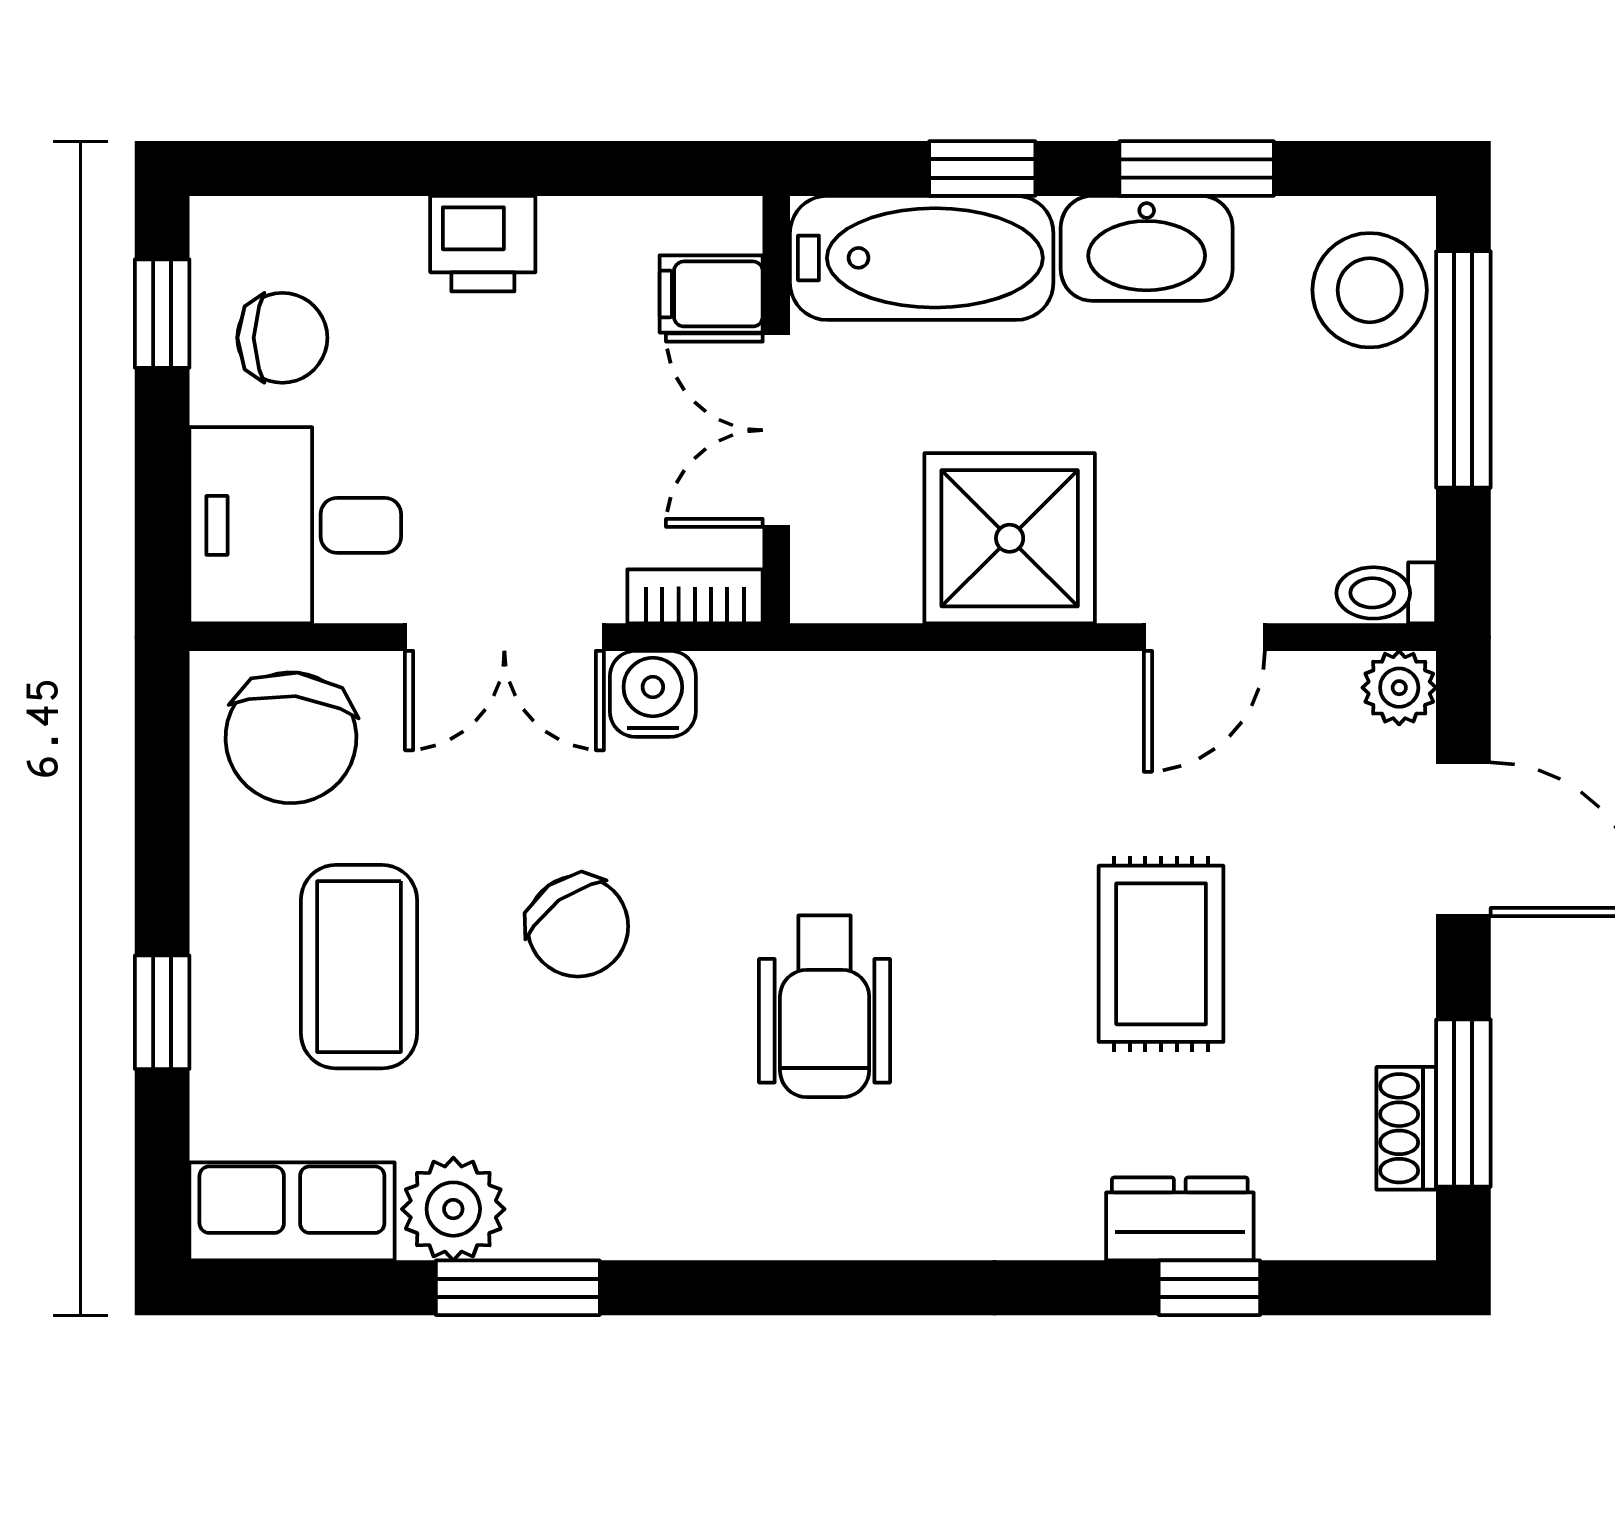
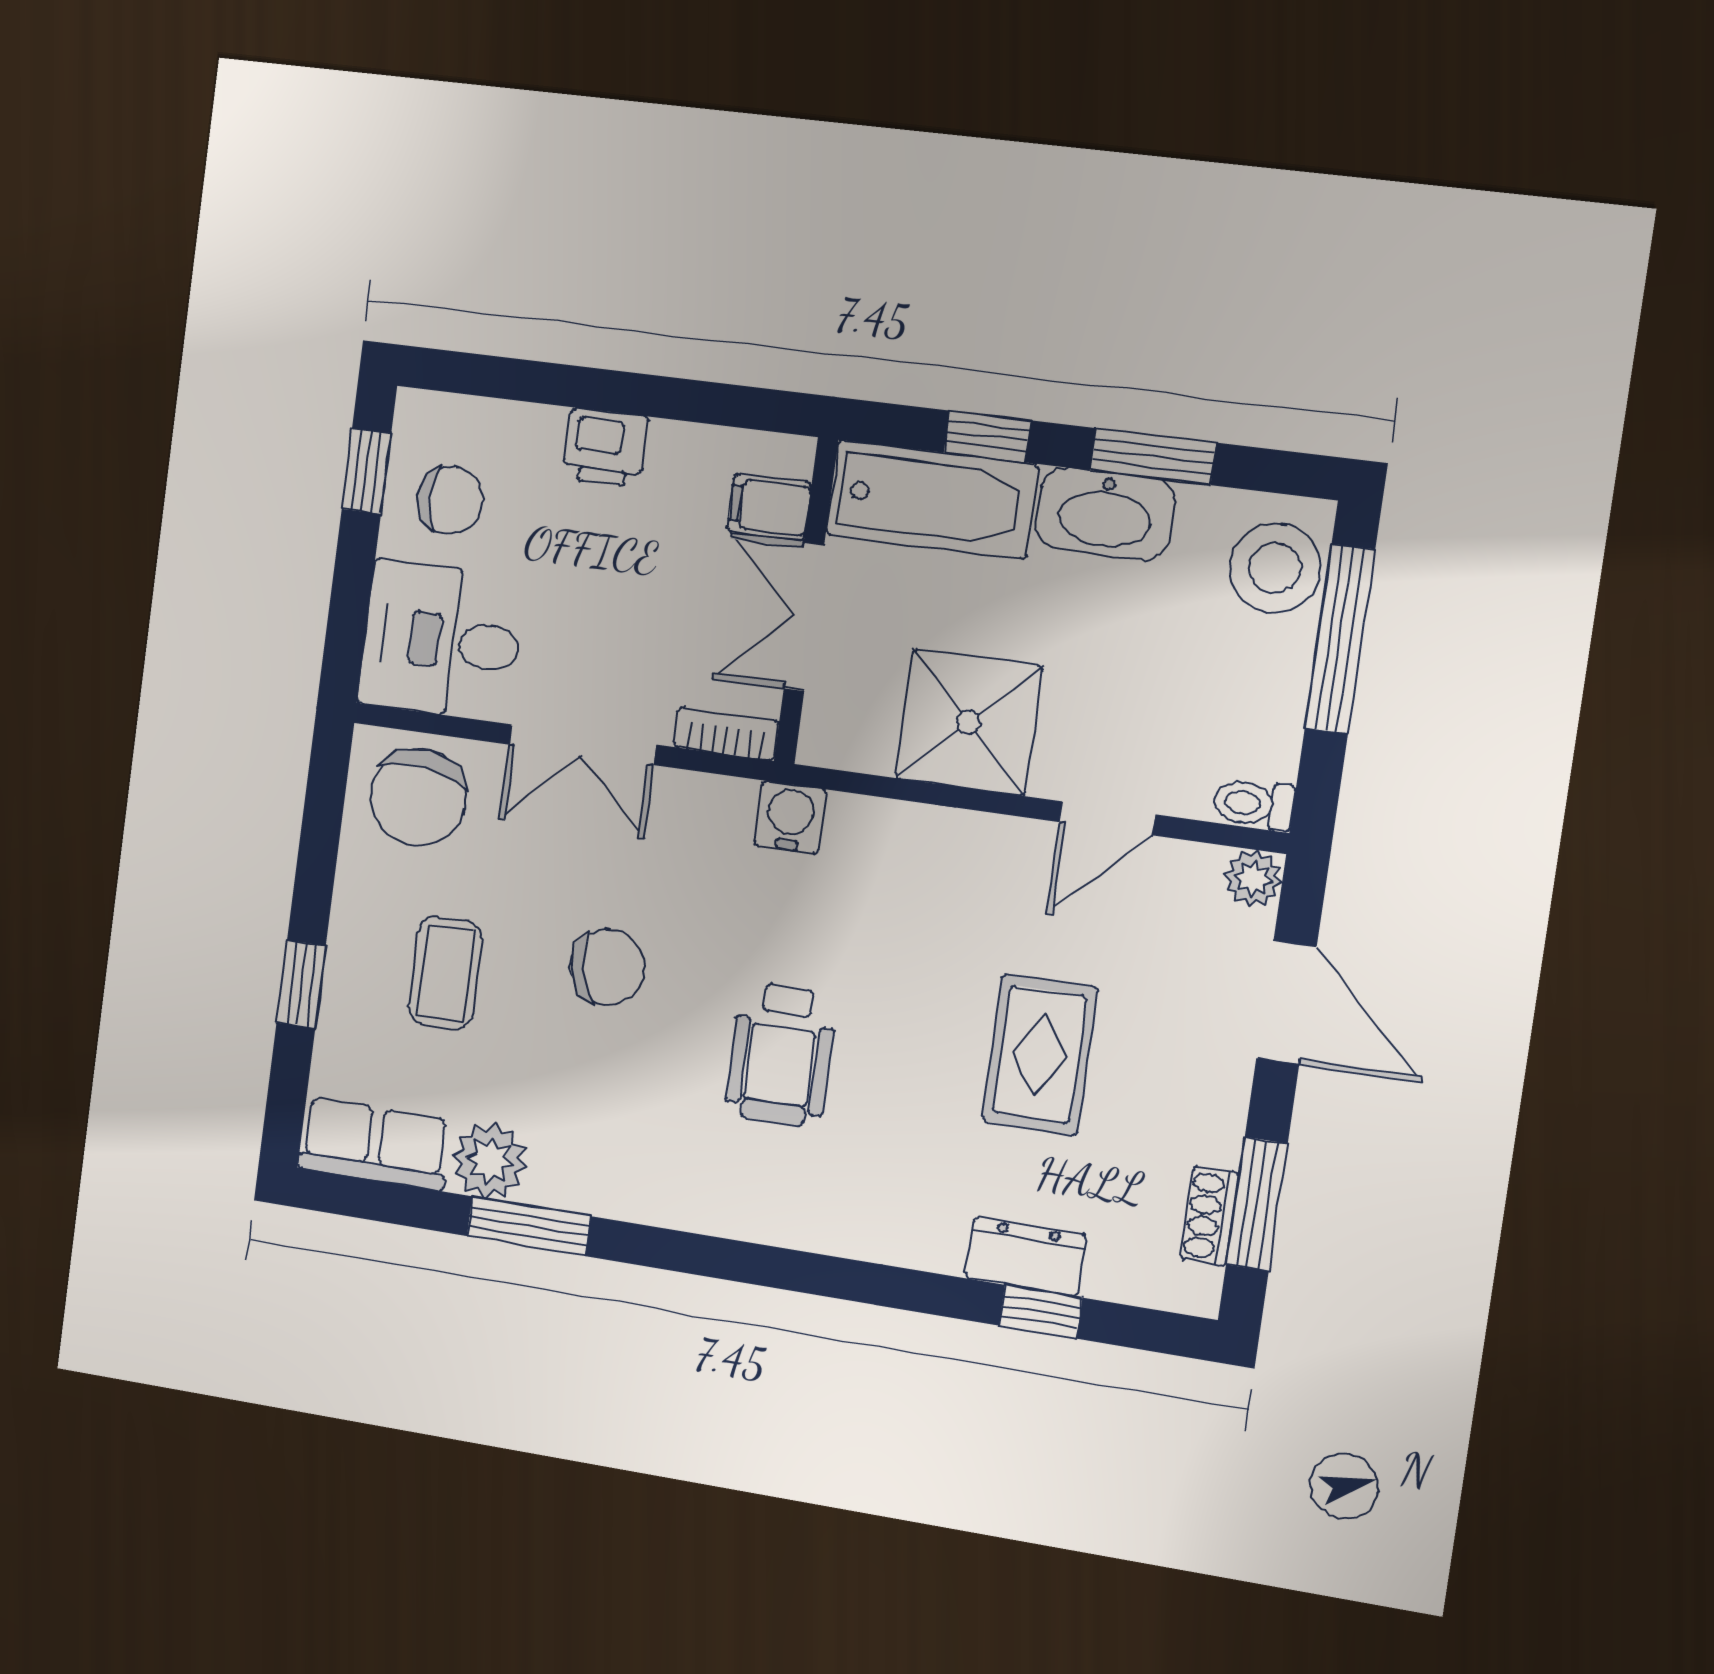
water cooler: (653, 694) -> (790, 817), moved
chair: (578, 926) -> (607, 967), turned -65
coffee table: (359, 967) -> (445, 973), width x0.73, depth x0.77

